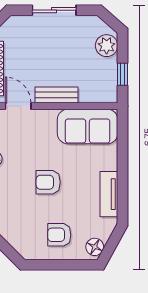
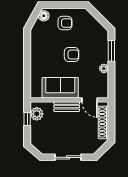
plant: (107, 46) -> (37, 114), moved
sofa: (88, 126) -> (60, 88), moved
tv unit: (109, 194) -> (35, 47), removed

